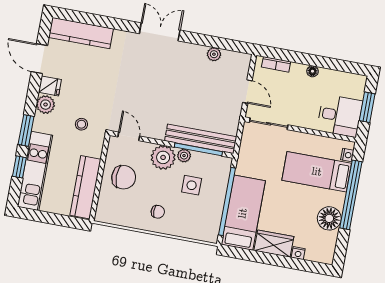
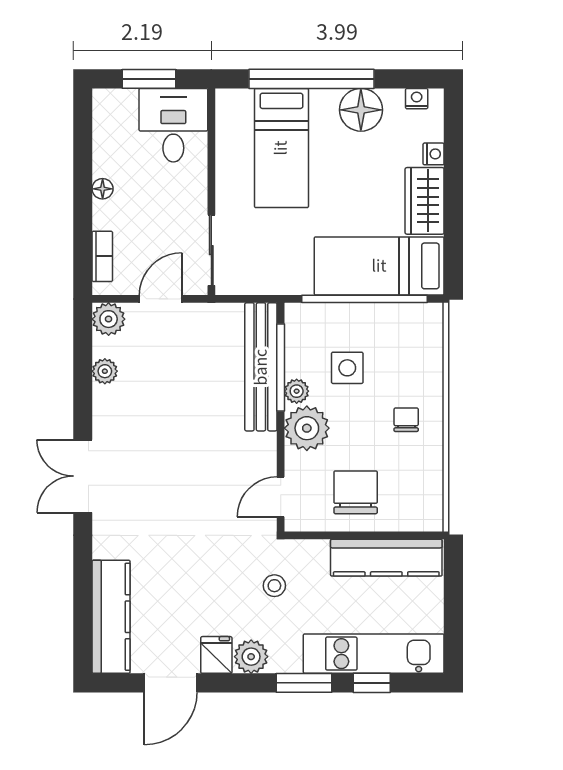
plant: (242, 61) -> (109, 319), added
nightstand: (347, 155) -> (417, 99), moved

